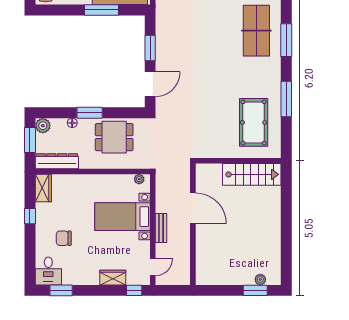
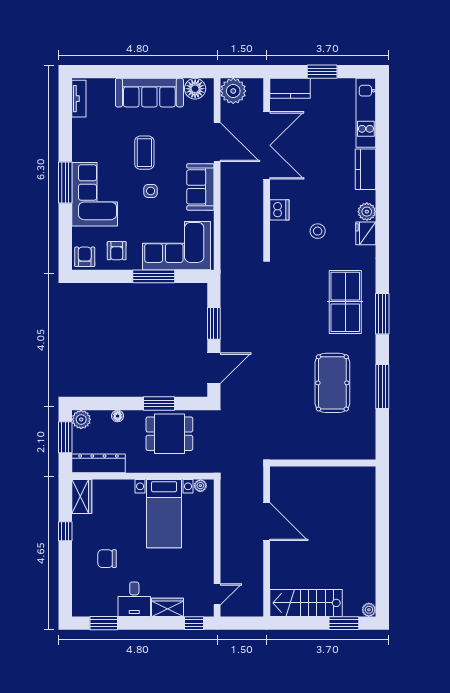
window: (90, 113) -> (159, 404), moved
pool table: (254, 122) -> (332, 383), moved
stairs: (252, 174) -> (306, 603), moved, turned 180
bed with nightstands: (122, 217) -> (164, 514), moved, turned -90
bench: (161, 228) -> (227, 546), removed
desk: (48, 271) -> (134, 599), moved
plant: (260, 280) -> (369, 610), moved

